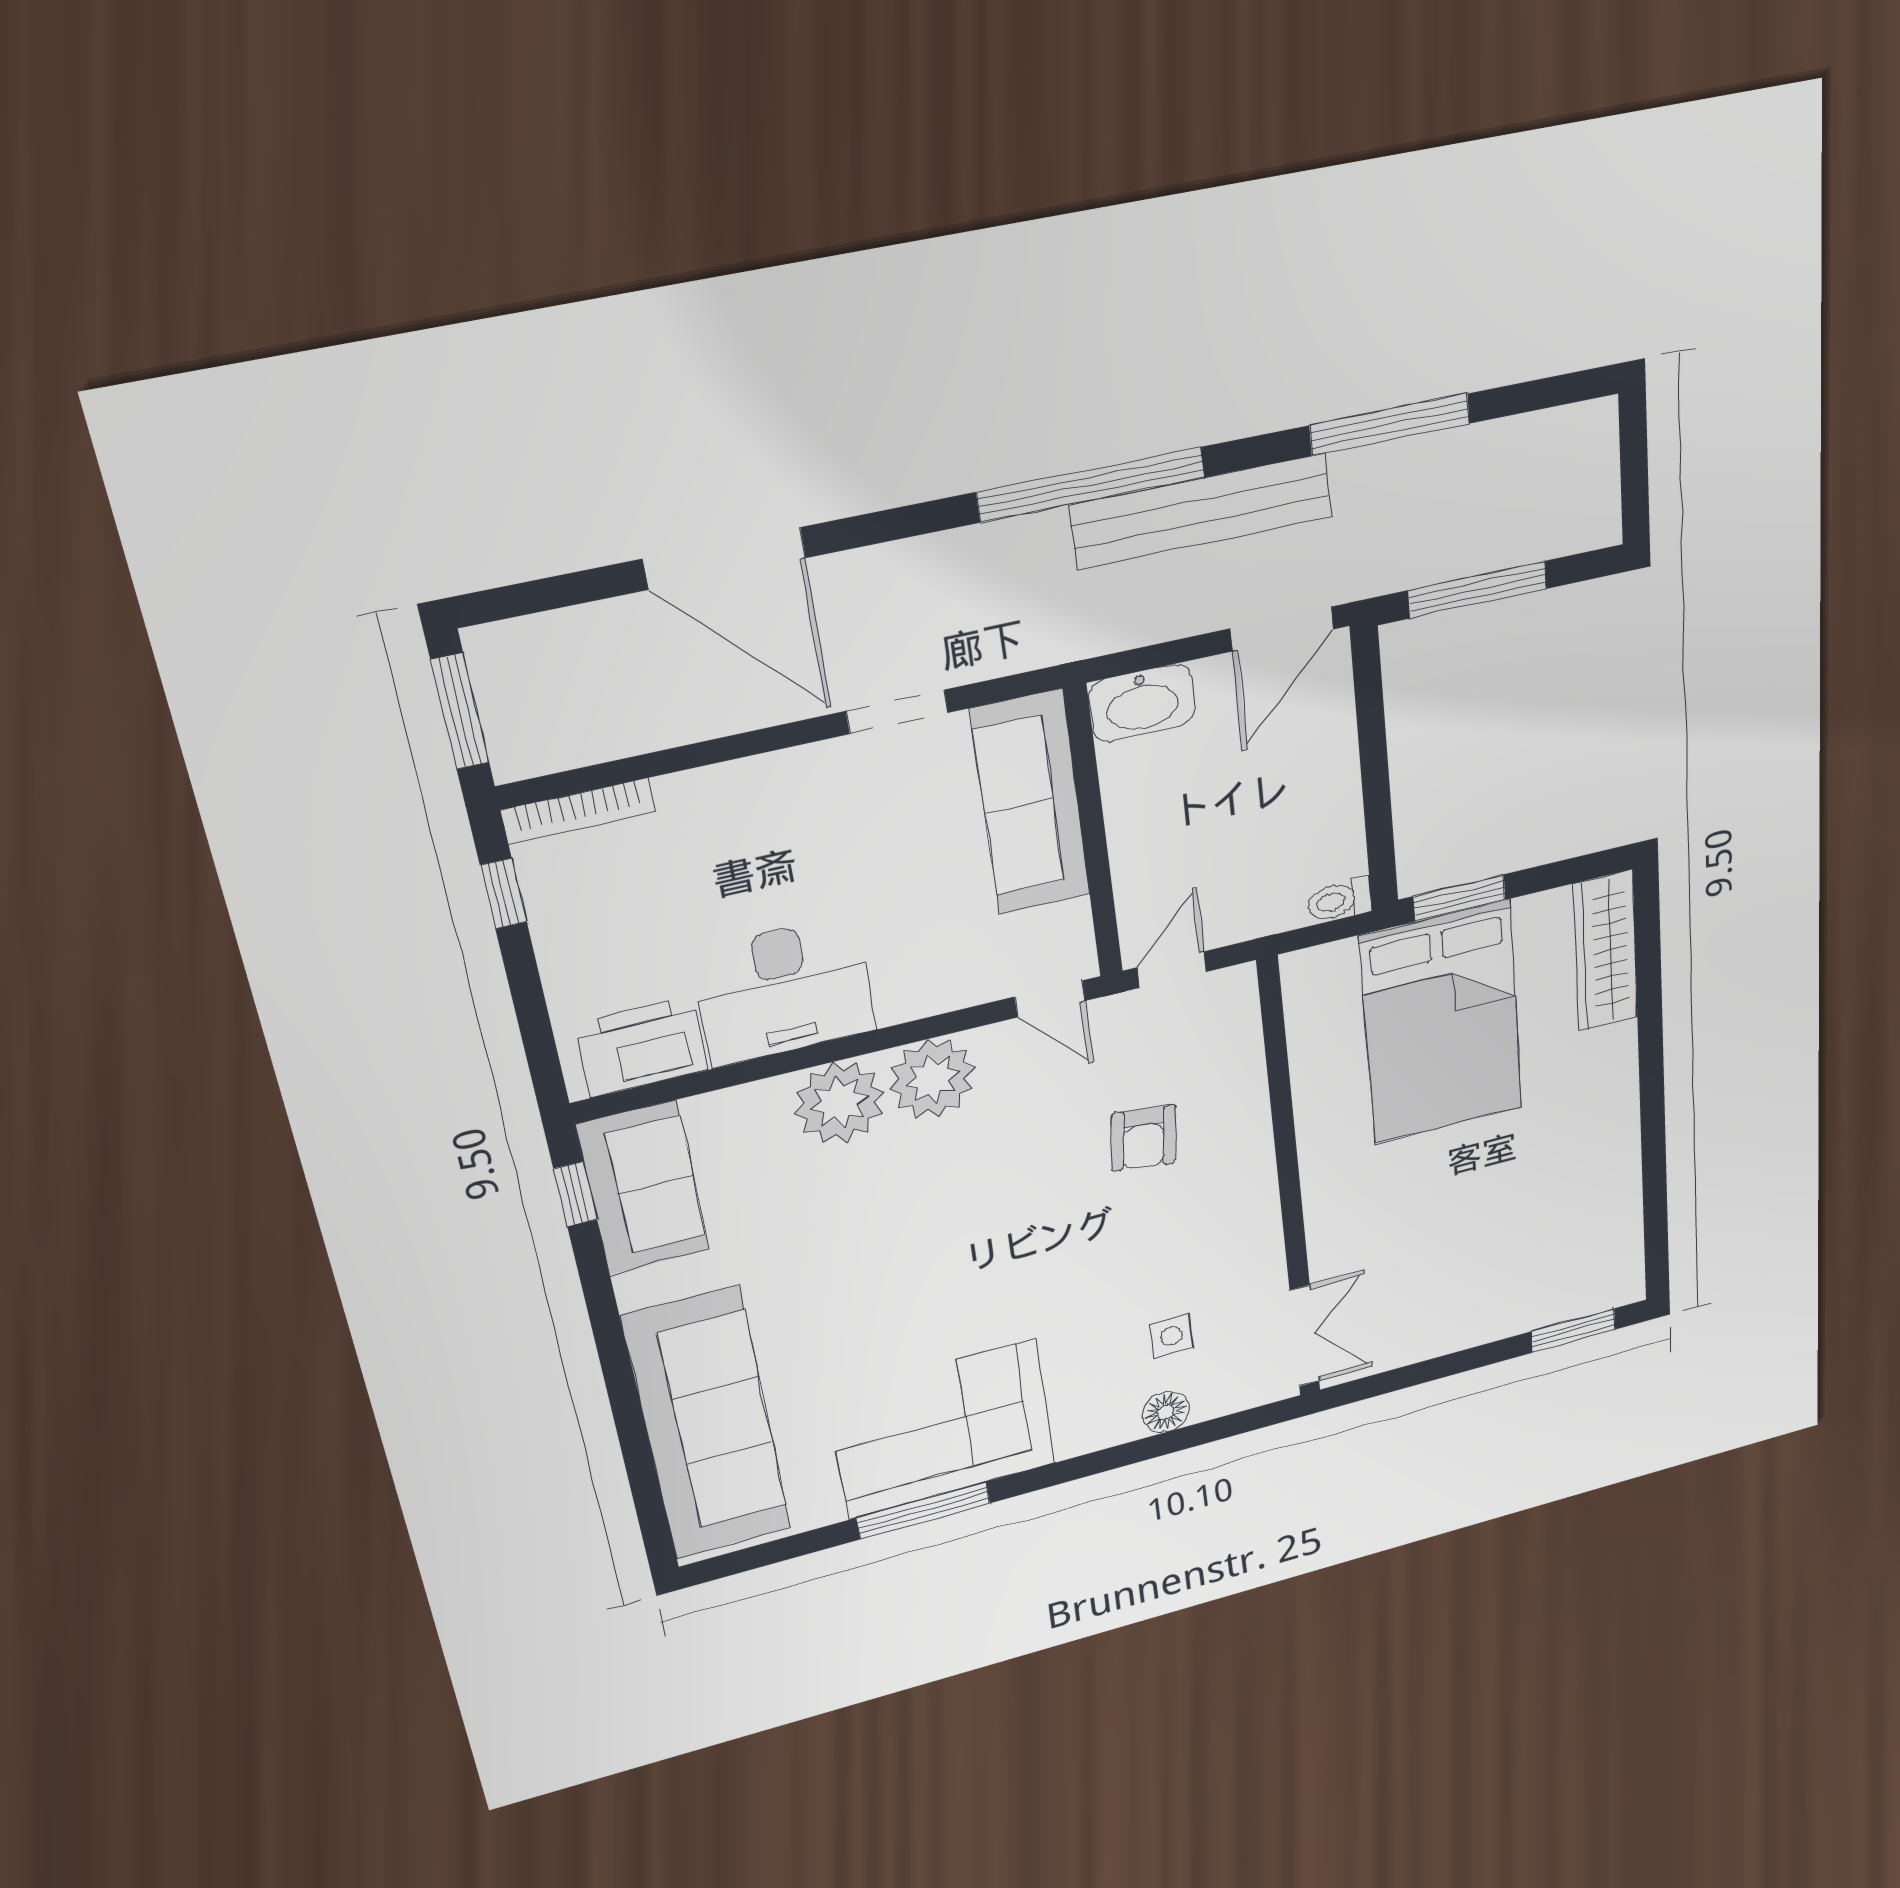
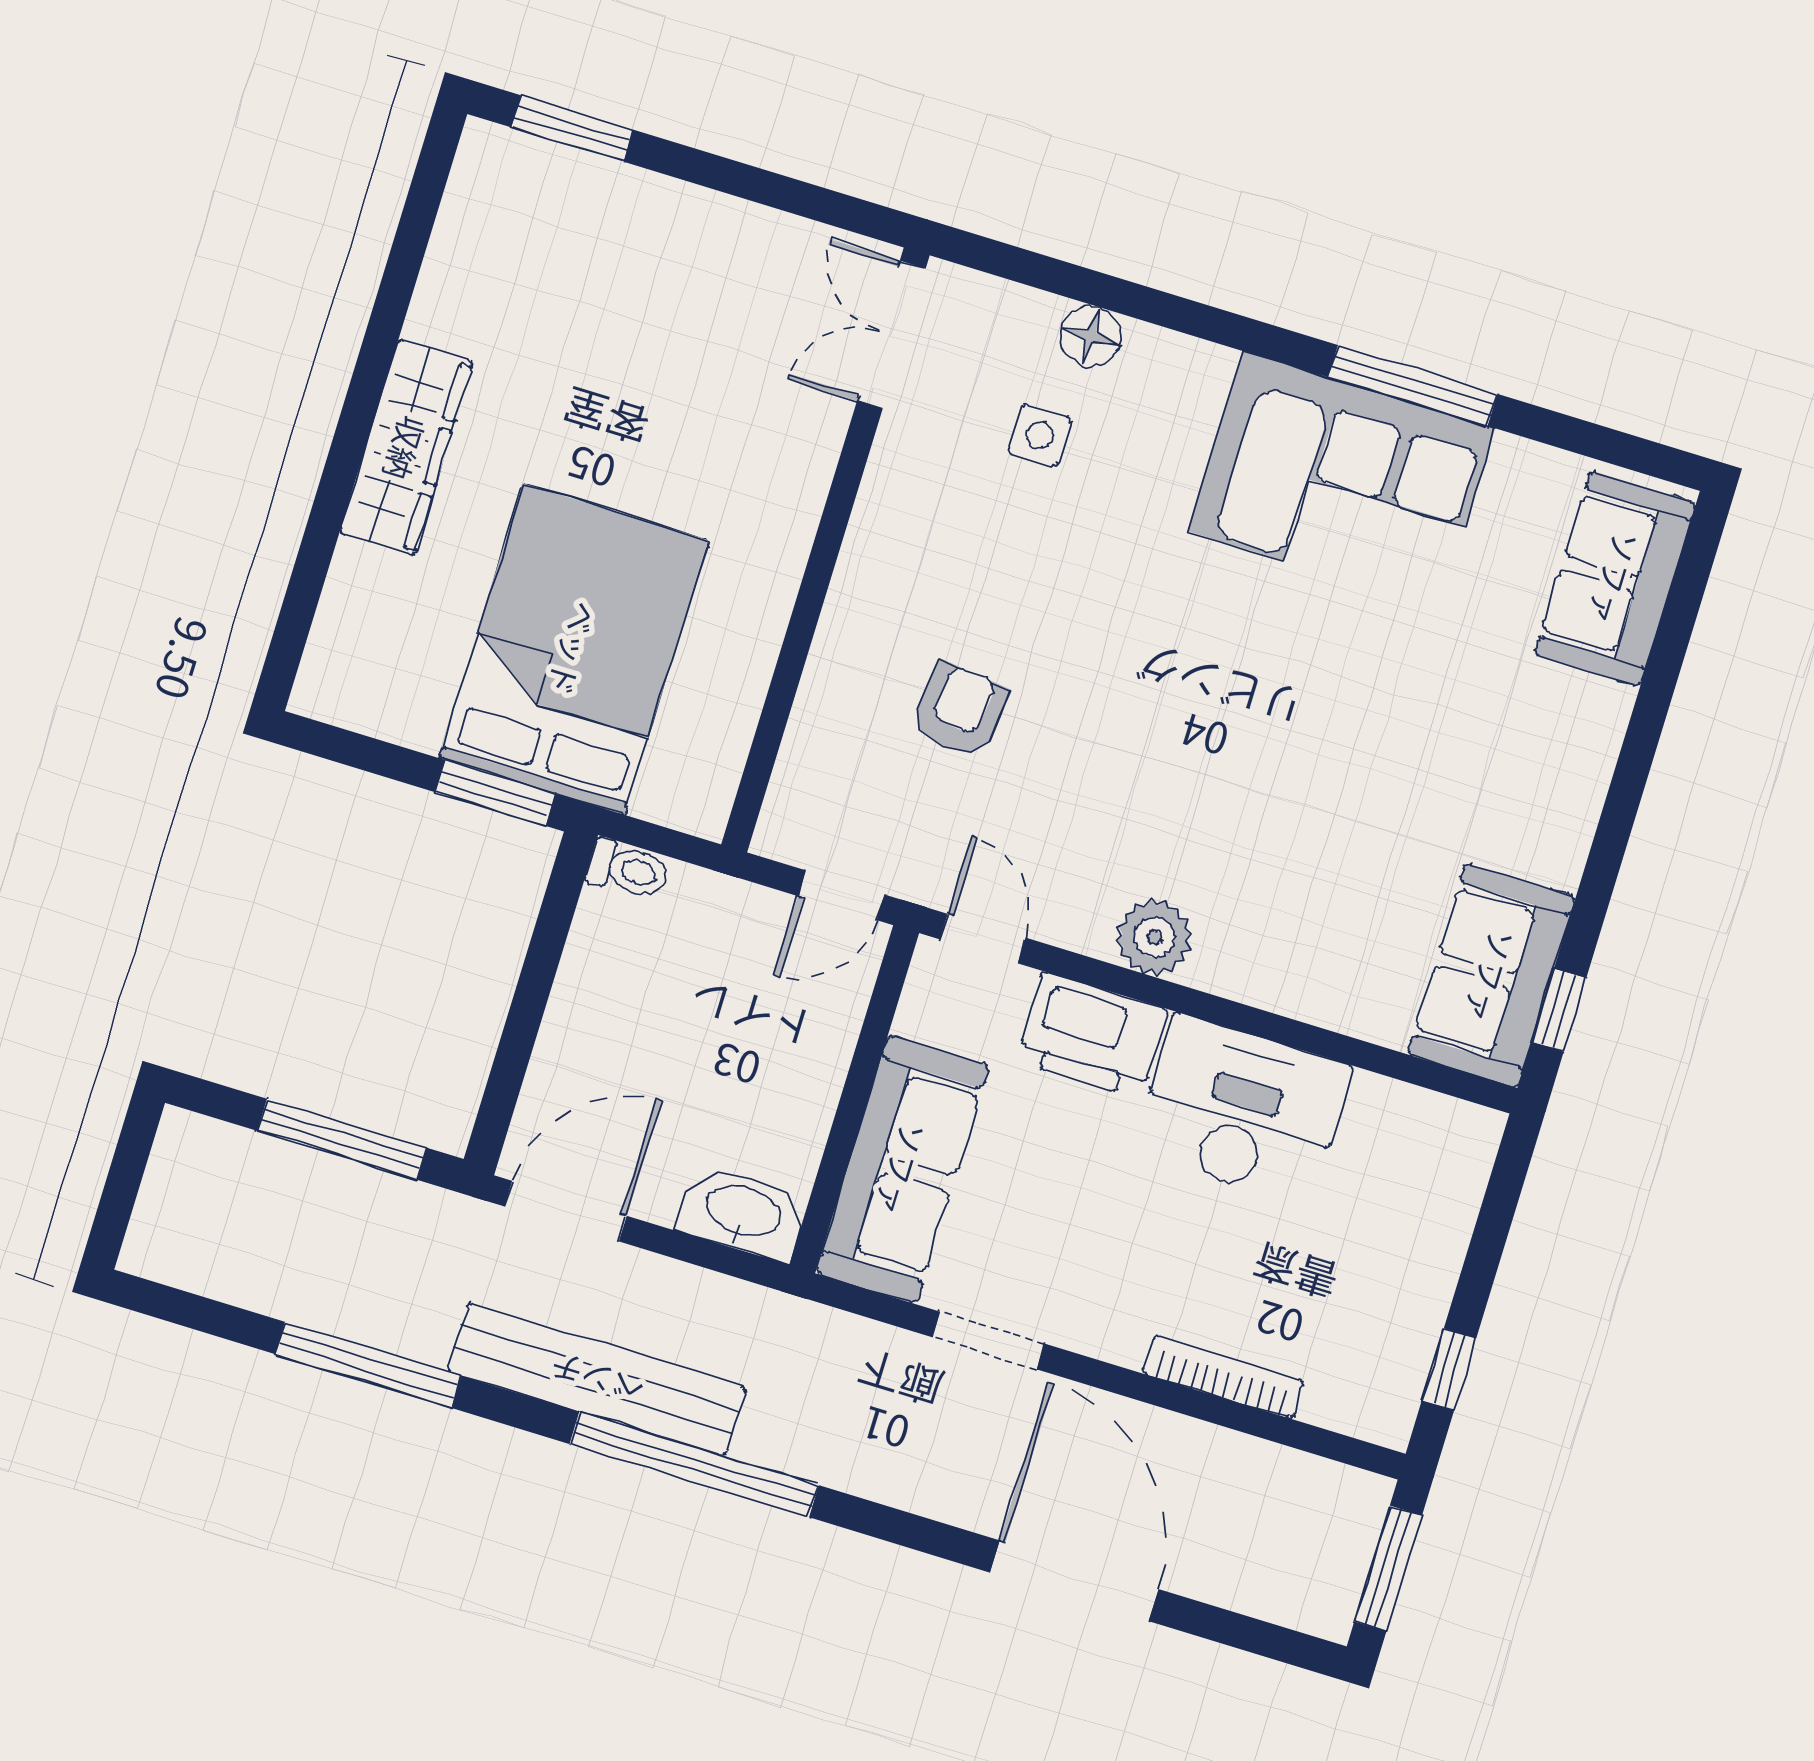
bookcase: (579, 811) -> (1223, 1377), moved
wardrobe: (1606, 951) -> (406, 448), moved
printer: (642, 1047) -> (1091, 1035), moved
plant: (932, 1079) -> (1154, 937), width x0.73, depth x0.73
plant: (839, 1103) -> (1251, 951), removed
sofa: (707, 1424) -> (1615, 578), width x0.54, depth x0.79

